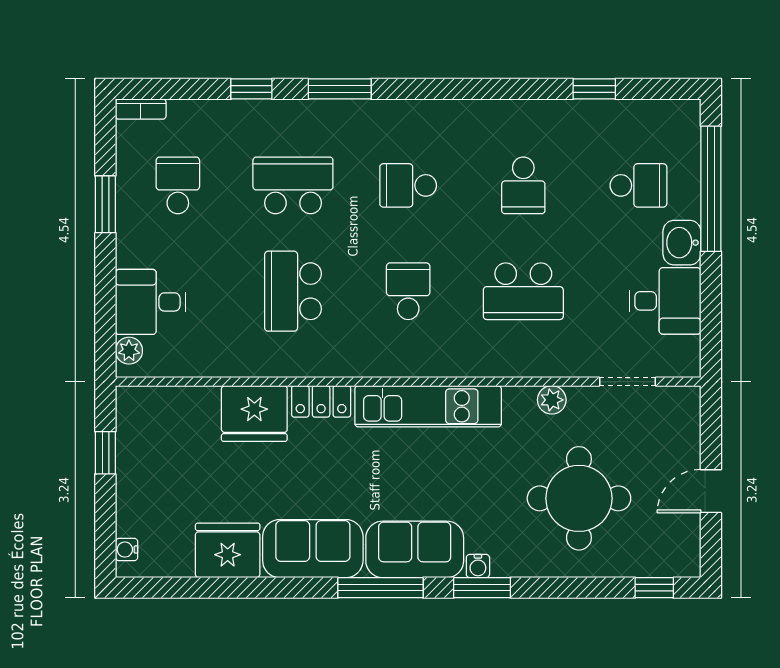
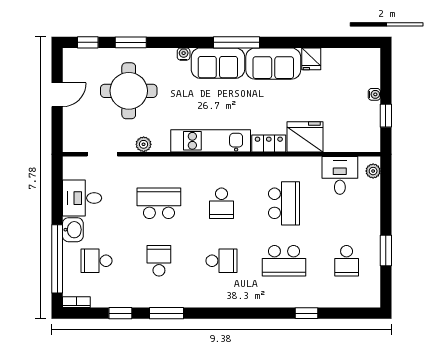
window: (340, 89) -> (166, 313), moved
bookcase: (141, 109) -> (76, 302), moved
desk: (151, 302) -> (340, 175), moved, turned -90
water cooler: (127, 550) -> (374, 94), moved
fridge: (228, 550) -> (311, 59), width x0.53, depth x0.75
window: (482, 588) -> (131, 42), moved

